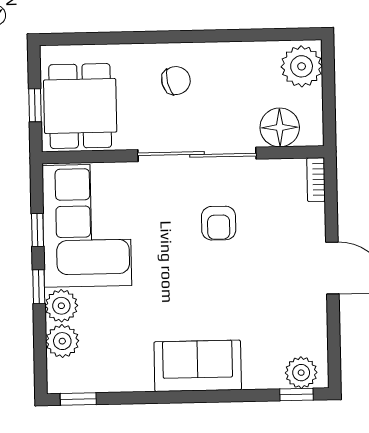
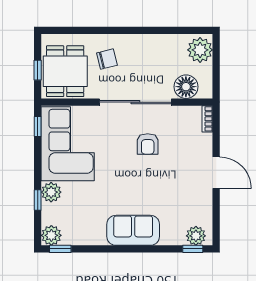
chair: (176, 81) -> (107, 59), moved
window: (38, 230) -> (38, 127), moved
window: (39, 287) -> (38, 200), moved
plant: (62, 341) -> (51, 235), moved

